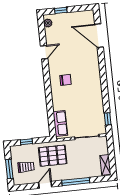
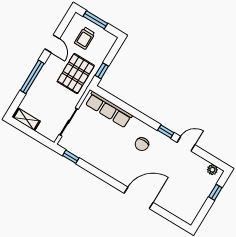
door: (99, 36) -> (139, 198), moved
door: (44, 52) -> (186, 144), swing flipped
window: (46, 71) -> (166, 131), added
row of seats: (60, 123) -> (109, 110), width x1.48
window: (26, 142) -> (102, 71), moved

